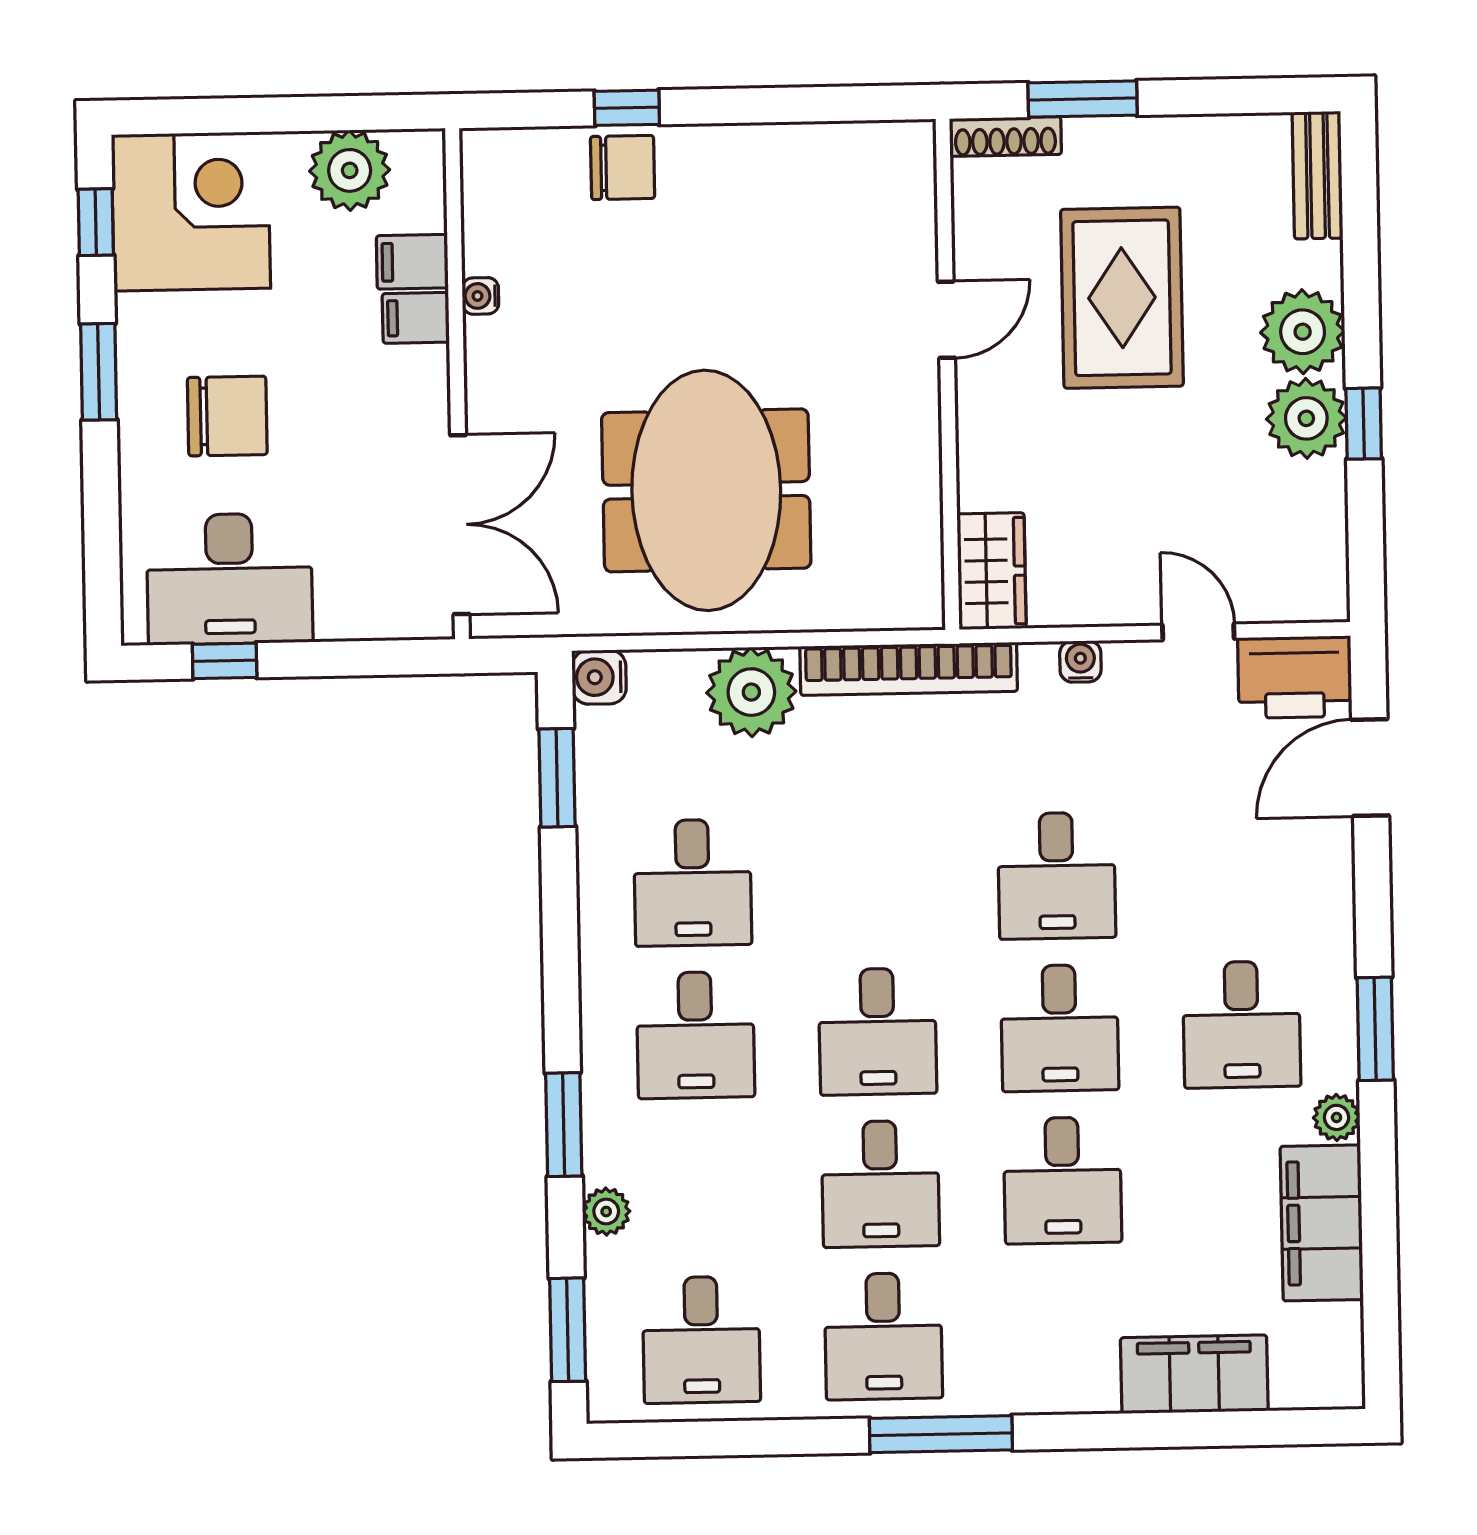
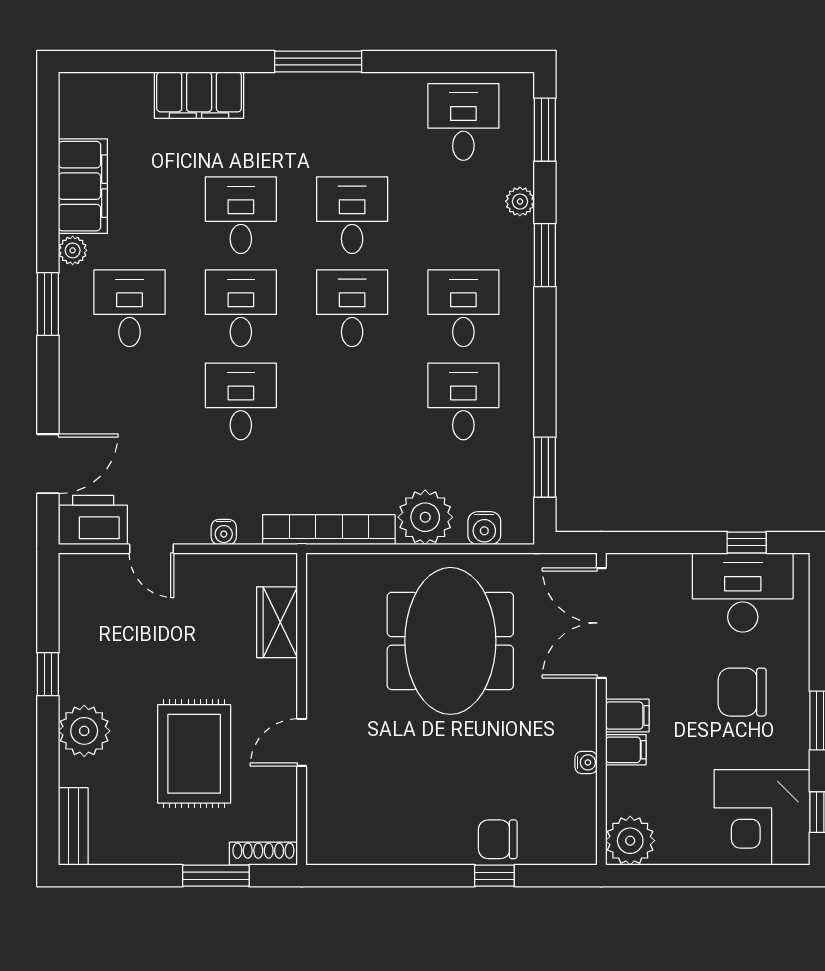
plant: (350, 170) -> (630, 841), moved
filing cabinet: (412, 262) -> (627, 716), moved
plant: (1306, 418) -> (83, 678), removed
wardrobe: (992, 571) -> (277, 622), moved
water cooler: (599, 677) -> (484, 528), moved, turned 90
desk: (883, 1336) -> (352, 122), removed
filing cabinet: (1194, 1374) -> (199, 95), moved

